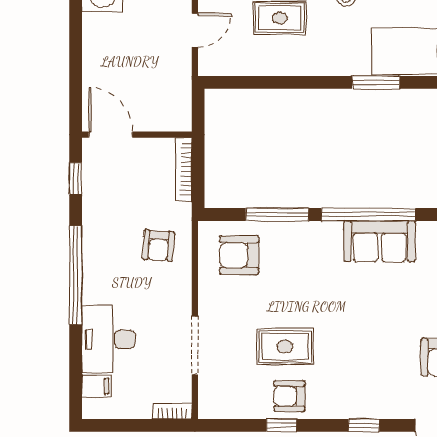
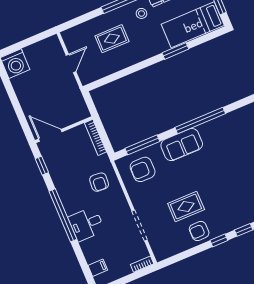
window: (277, 214) -> (142, 145), moved
sofa: (379, 241) -> (182, 145), moved
desk: (108, 339) -> (86, 224), moved, width x0.73
window: (281, 425) -> (219, 240), moved

